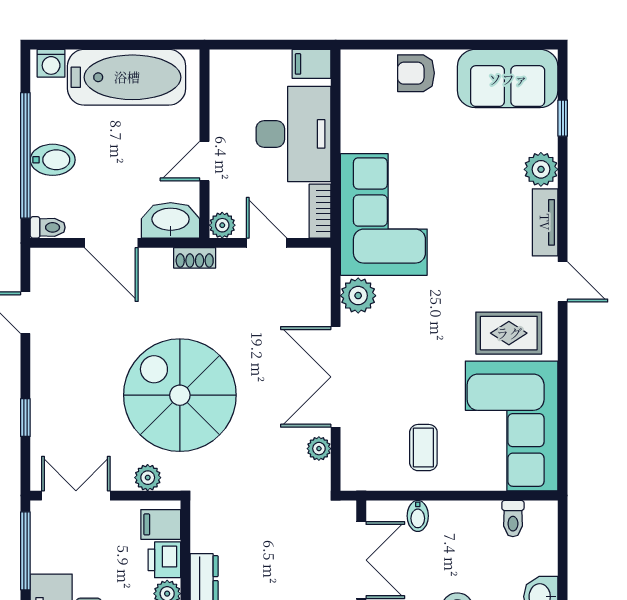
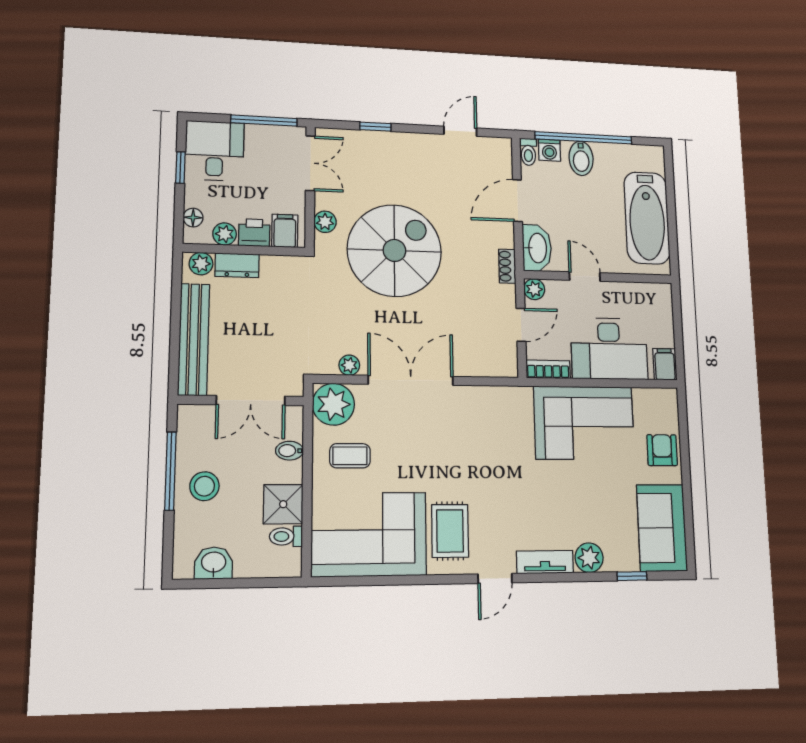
washing machine: (51, 63) -> (549, 150), moved, turned -90
corner sofa: (384, 214) -> (584, 423), moved
plant: (358, 296) -> (333, 404), moved, width x1.36, depth x1.36
shower: (478, 522) -> (283, 504), added

